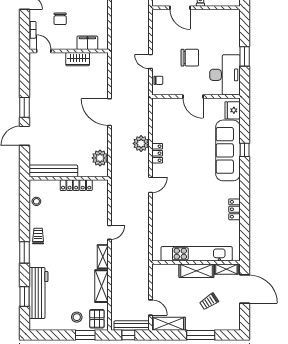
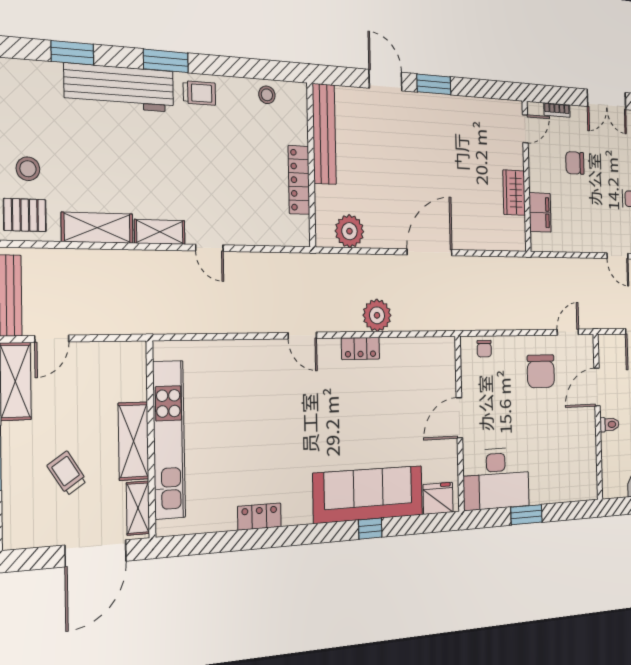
chair: (190, 58) -> (541, 371), moved
door: (150, 62) -> (568, 332), moved
workbench: (38, 293) -> (120, 88), moved

